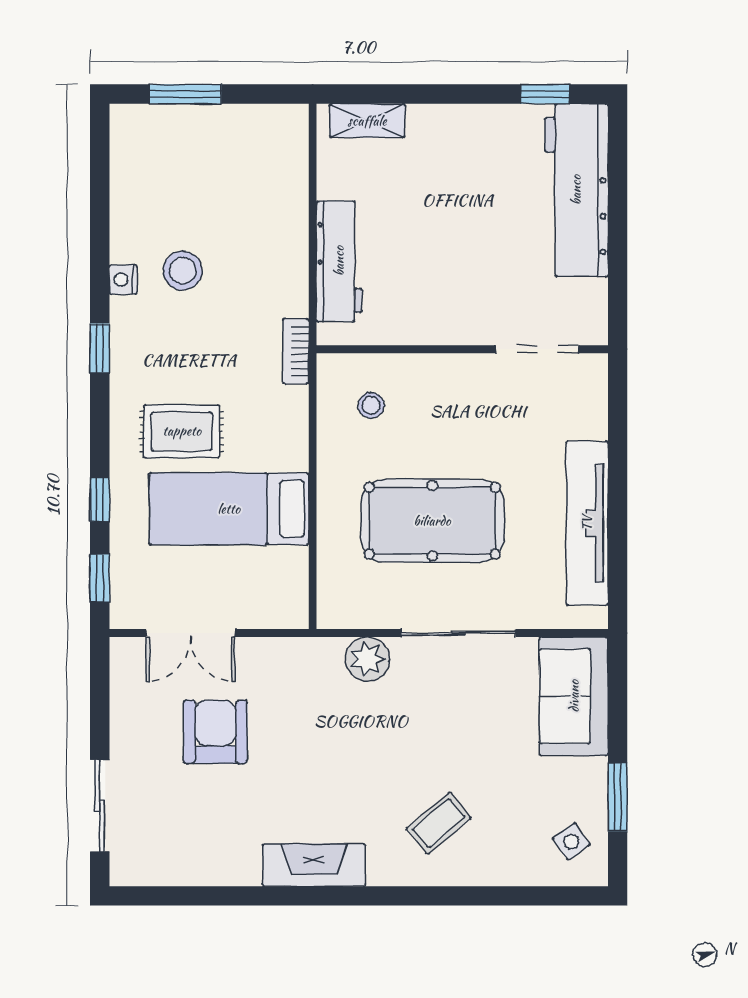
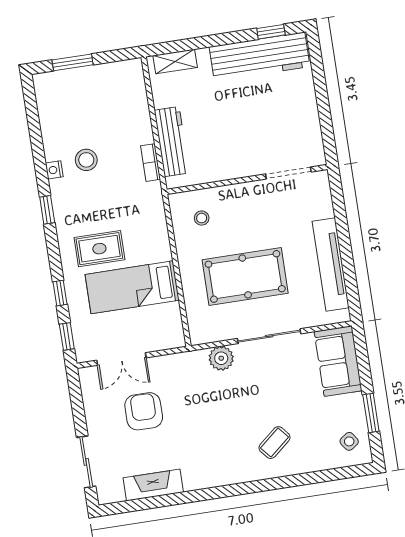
workbench: (576, 190) -> (260, 57), moved, turned -90
bookcase: (296, 351) -> (150, 163), moved
fireplace: (314, 865) -> (153, 485), moved

